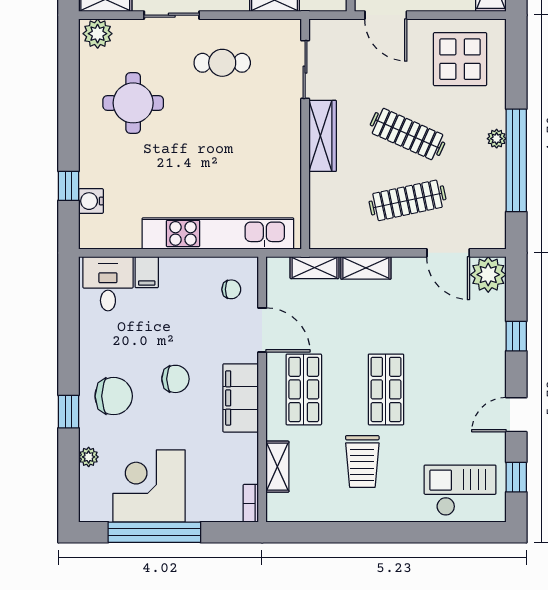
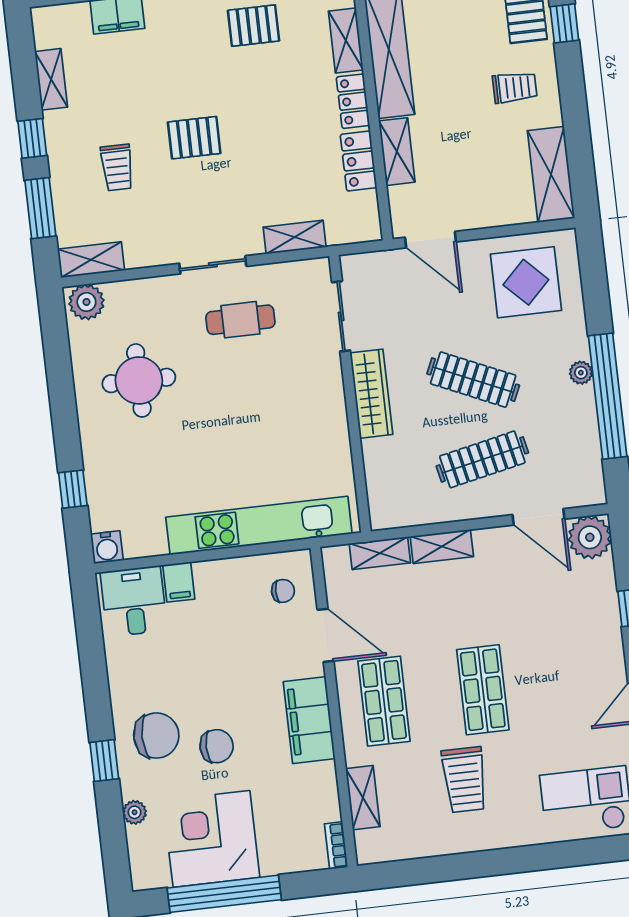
sliding door: (172, 15) -> (213, 265), moved
water cooler: (91, 201) -> (107, 547), moved, turned -90
chair: (175, 379) -> (217, 746), moved

